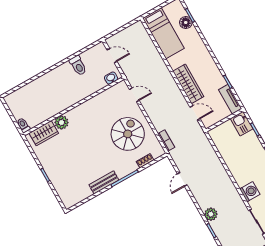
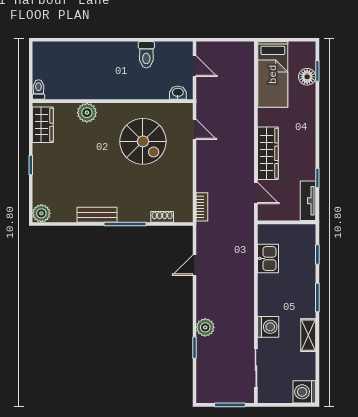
kitchen sink: (242, 124) -> (268, 258), moved, turned 180
wardrobe: (44, 133) -> (43, 125), moved, turned -90
spiral stairs: (128, 134) -> (143, 141), moved, turned 90
plant: (69, 201) -> (41, 213), added

